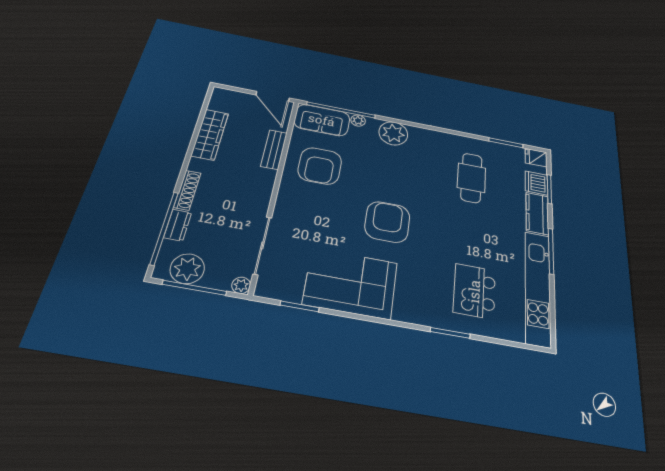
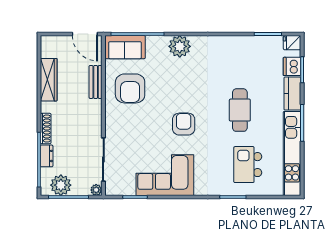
plant: (358, 121) -> (152, 41), removed
cafe table: (471, 178) -> (240, 110), moved
armchair: (387, 222) -> (184, 124), width x0.73, depth x0.73

